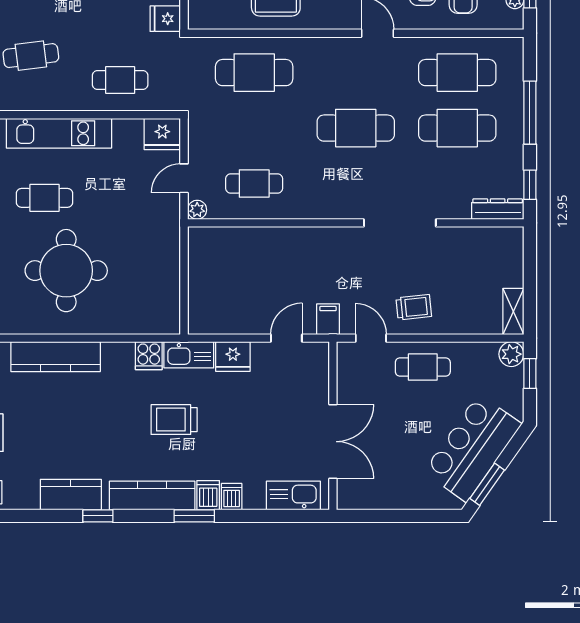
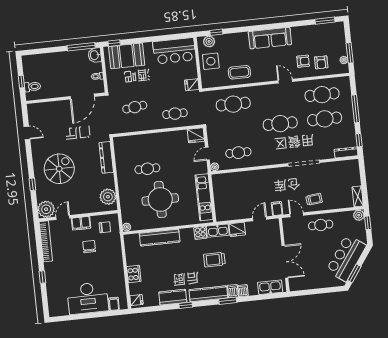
kitchen unit: (59, 133) -> (204, 197), moved, turned 90

